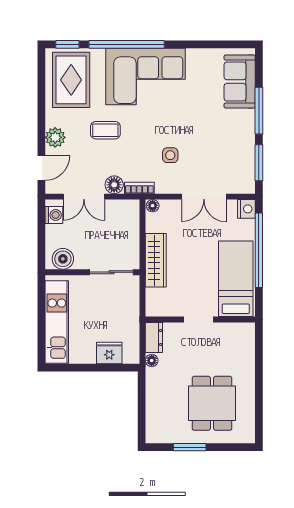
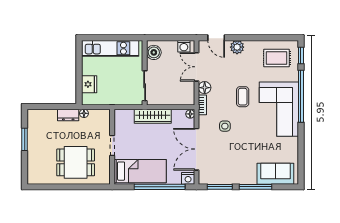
rug: (71, 80) -> (277, 58), width x0.73, depth x0.70
coffee table: (105, 130) -> (243, 97), moved
double door: (204, 197) -> (196, 149), width x1.37
dresser: (154, 338) -> (68, 115), moved
dining table: (212, 403) -> (76, 162), moved

